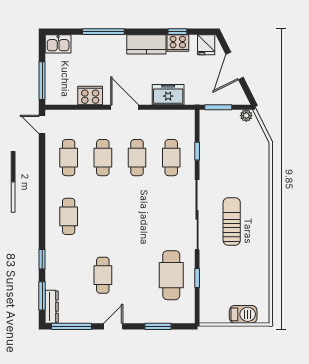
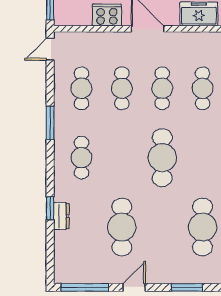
door: (42, 124) -> (50, 49), hinge flipped
cafe table: (137, 216) -> (162, 158), added
cafe table: (103, 275) -> (122, 227), width x1.37, depth x1.35
window: (42, 296) -> (50, 123), moved
dresser: (52, 307) -> (61, 216), moved, width x0.70

